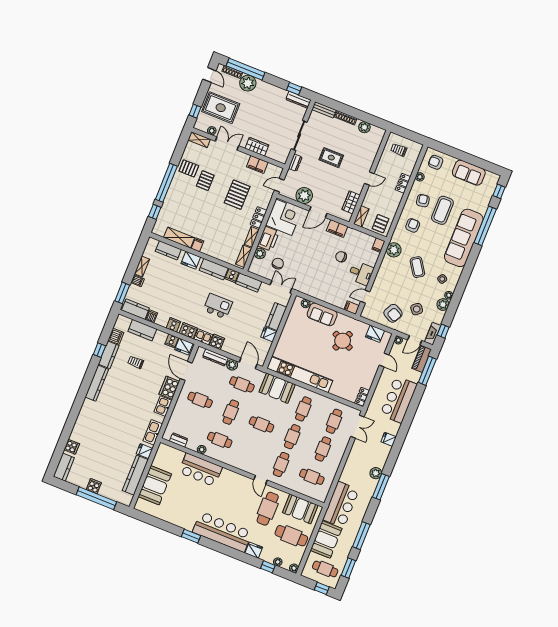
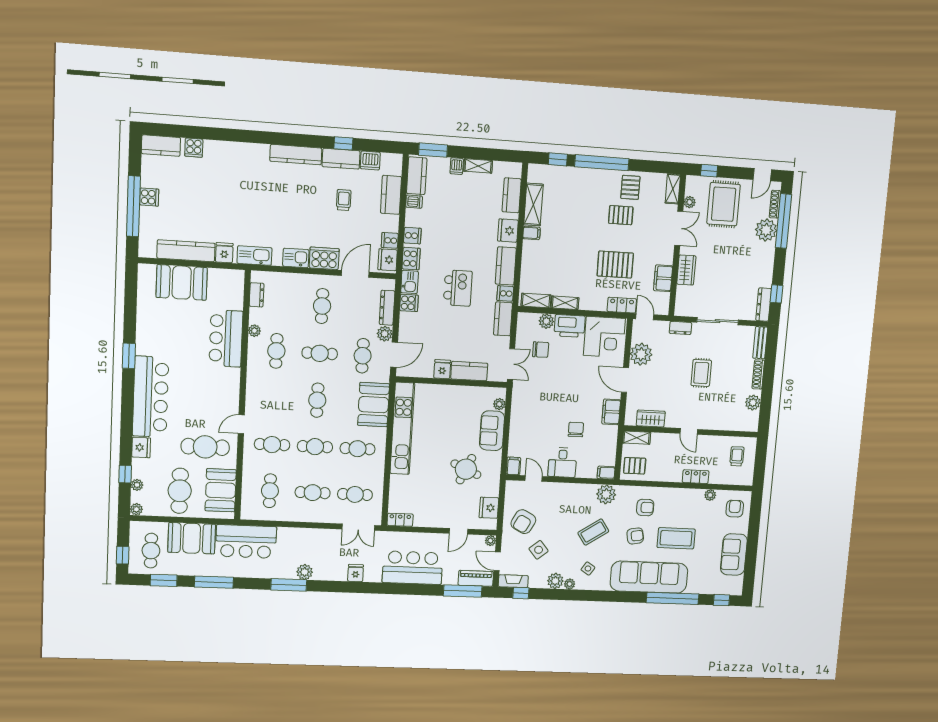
armchair: (423, 201) -> (635, 536), moved
locker: (259, 217) -> (622, 305), moved

